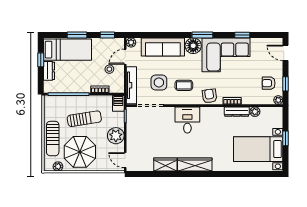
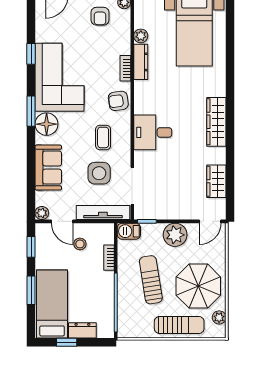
sofa: (163, 47) -> (48, 168), width x0.73
wardrobe: (165, 165) -> (216, 181), moved

